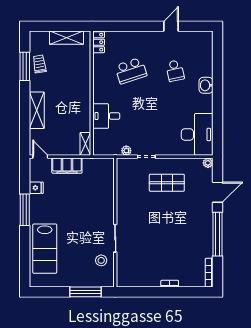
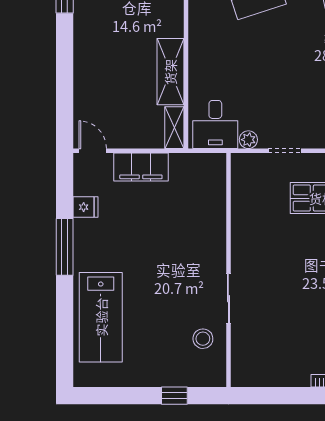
shelving: (37, 110) -> (170, 72), moved
desk: (106, 116) -> (215, 124), moved, turned -90
window: (85, 292) -> (174, 396), width x0.46

